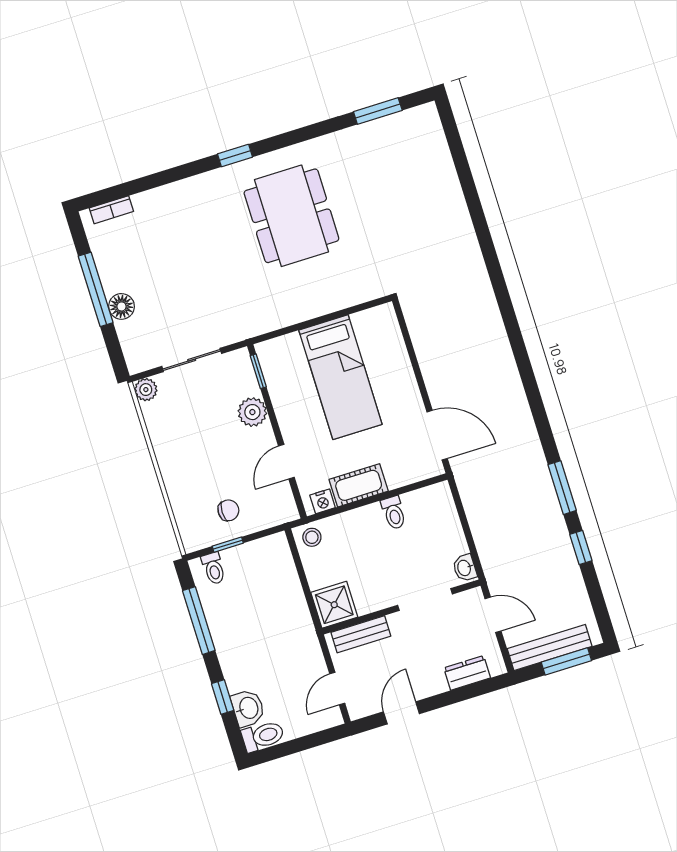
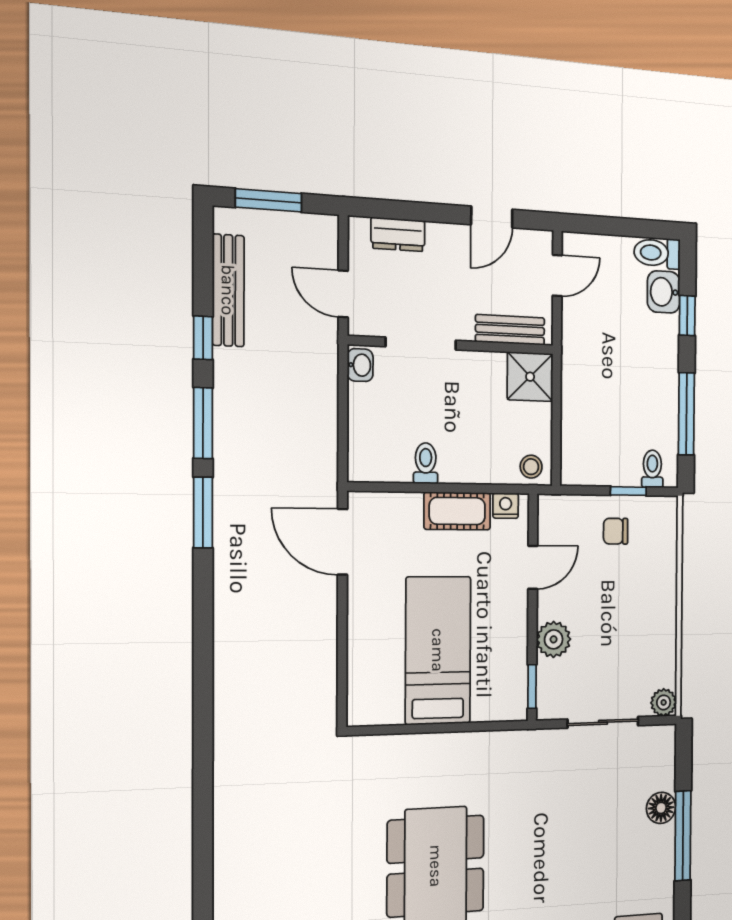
window: (543, 425) -> (203, 513), added
bench: (550, 648) -> (228, 290), moved, turned 90

